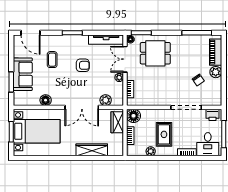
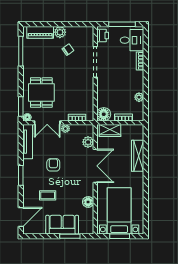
rug: (164, 134) -> (122, 84), removed

